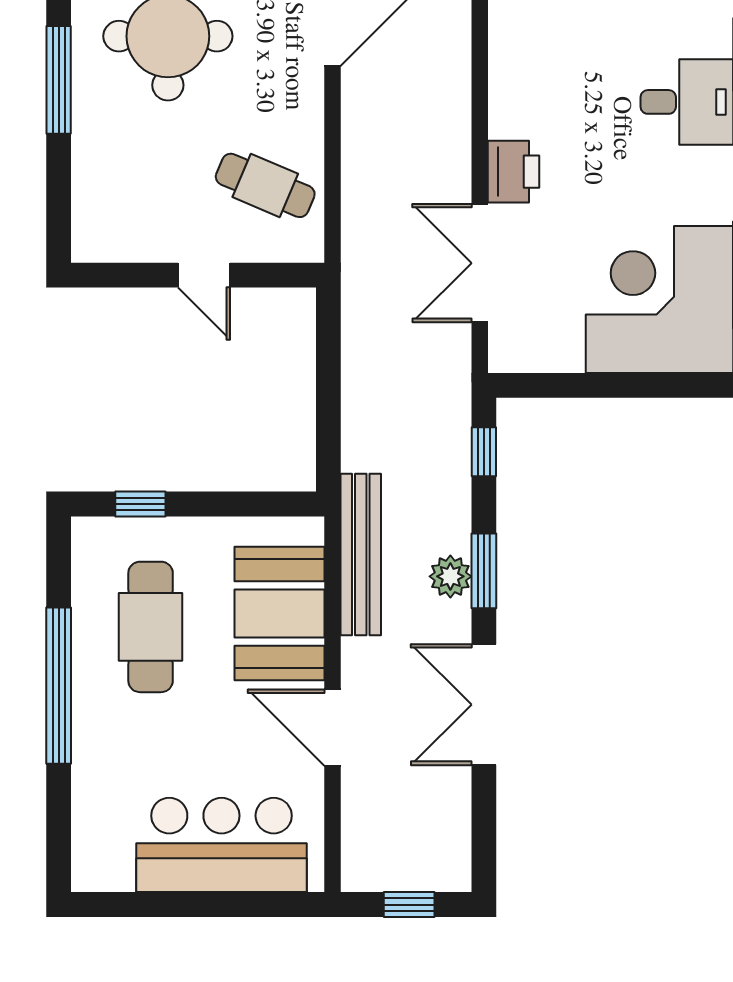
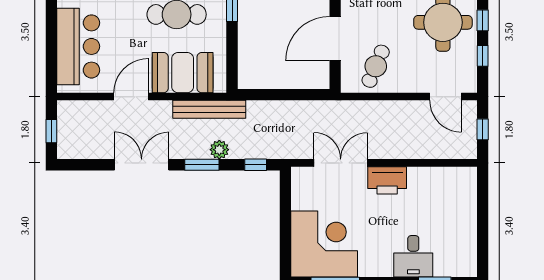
printer: (514, 172) -> (387, 180), width x1.37, depth x1.19
door: (204, 275) -> (335, 39), width x1.88
plant: (450, 576) -> (219, 150), moved

